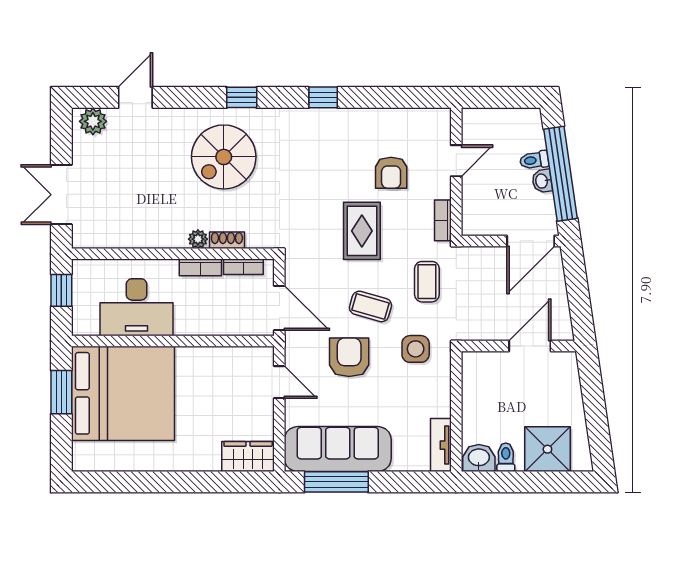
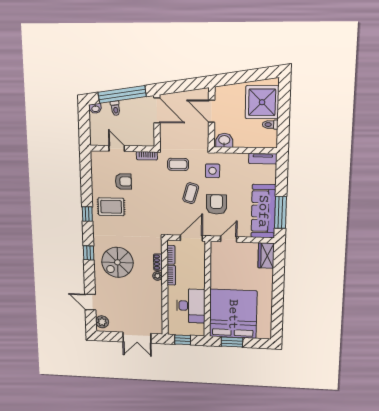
spiral stairs: (224, 157) -> (117, 262), turned 90
washbasin: (542, 181) -> (95, 108), moved
rug: (362, 231) -> (111, 207), moved
armchair: (349, 357) -> (216, 204), turned 90
shower: (547, 449) -> (262, 102), width x1.37, depth x1.37
washbasin: (479, 458) -> (224, 140), moved, turned 90

